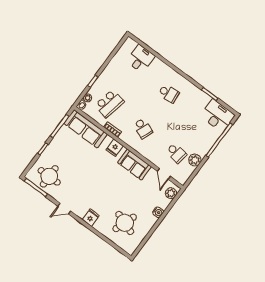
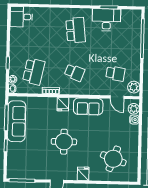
desk: (141, 59) -> (21, 17), moved, turned -90
school desk: (169, 94) -> (76, 30), width x1.85
desk: (218, 116) -> (106, 20), moved
sofa: (86, 129) -> (17, 121), moved, turned -90
plant: (195, 160) -> (134, 87), moved
round table: (49, 176) -> (64, 142), moved
water cooler: (158, 212) -> (134, 120), moved

